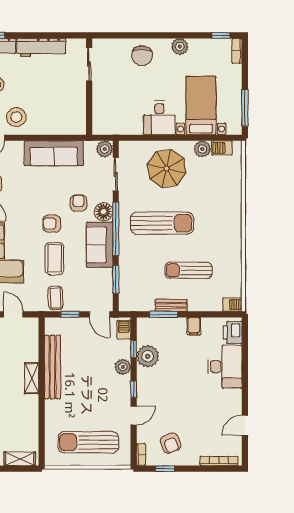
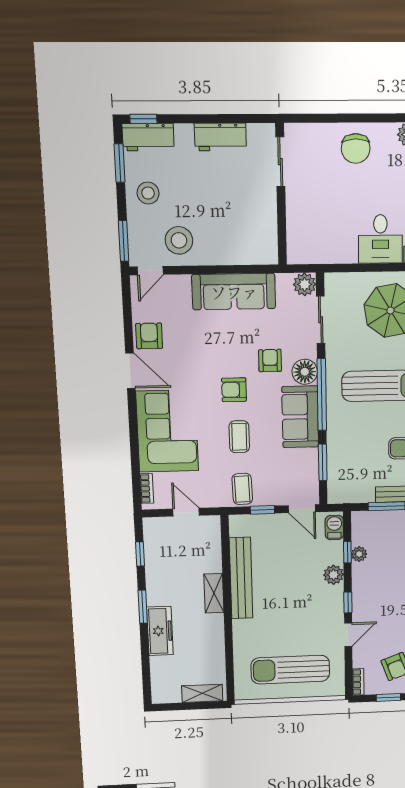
workbench: (41, 47) -> (220, 137), width x0.73
coffee table: (54, 258) -> (239, 437), width x0.73, depth x0.77
plant: (148, 356) -> (359, 554), width x0.53, depth x0.53

